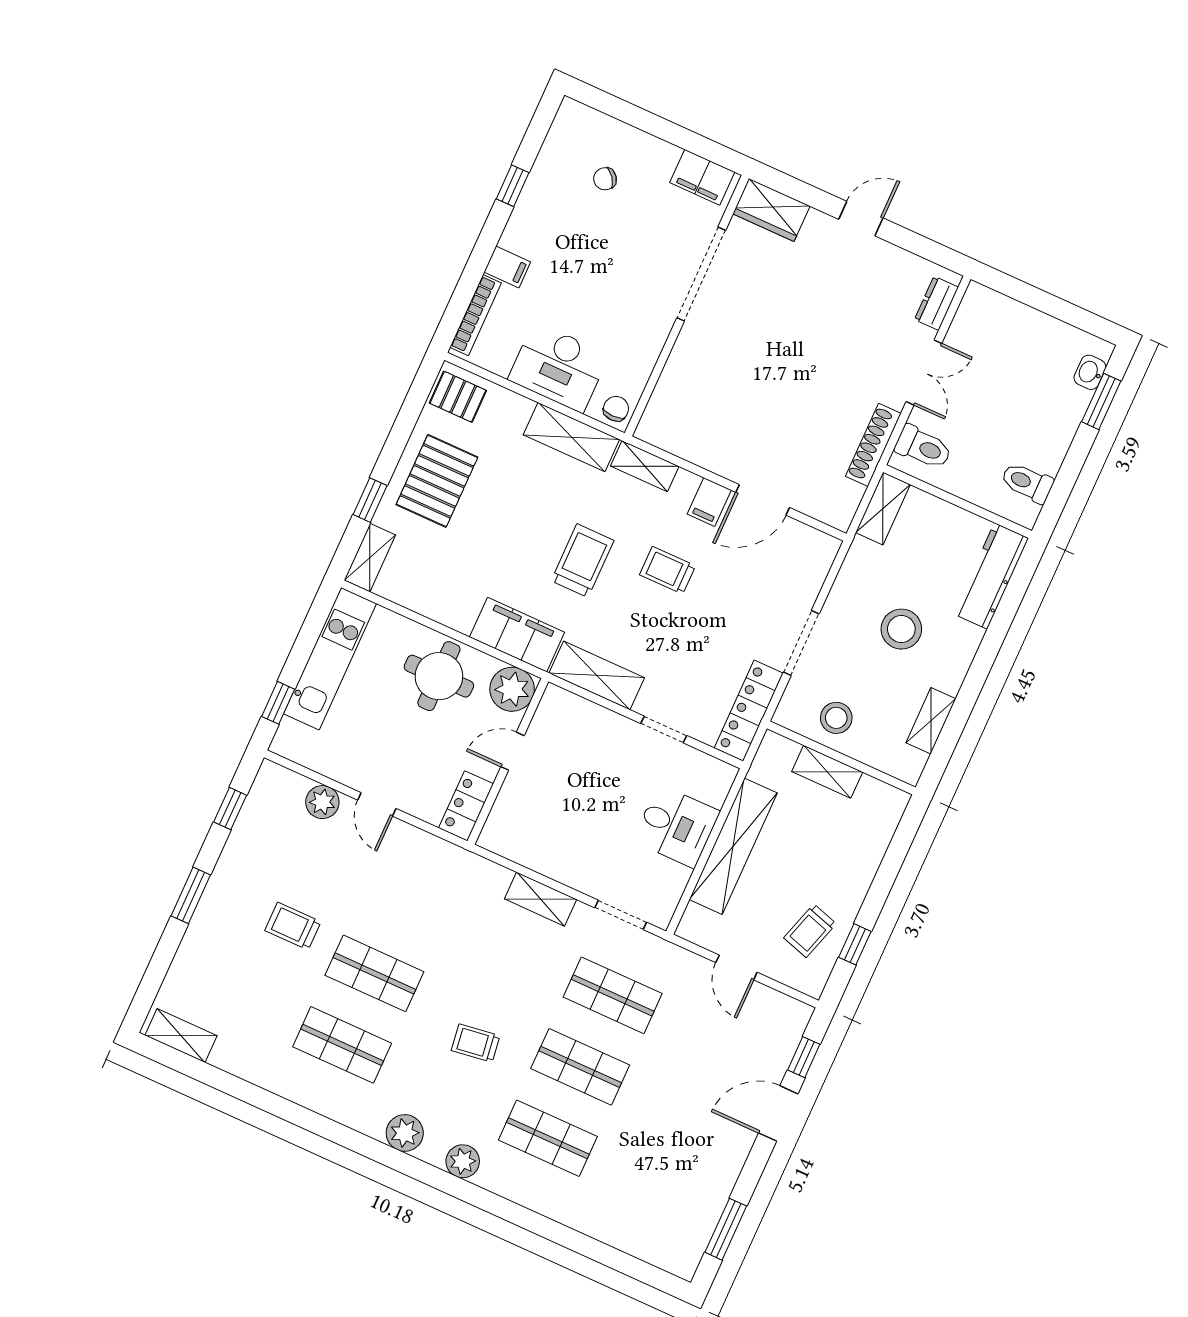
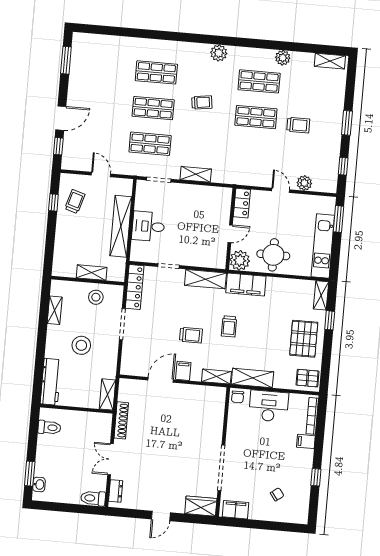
toilet: (923, 447) -> (93, 498), moved
trolley: (582, 561) -> (229, 326), width x0.73, depth x0.72
window: (278, 703) -> (339, 219), width x1.50
plant: (463, 1161) -> (283, 58), moved

